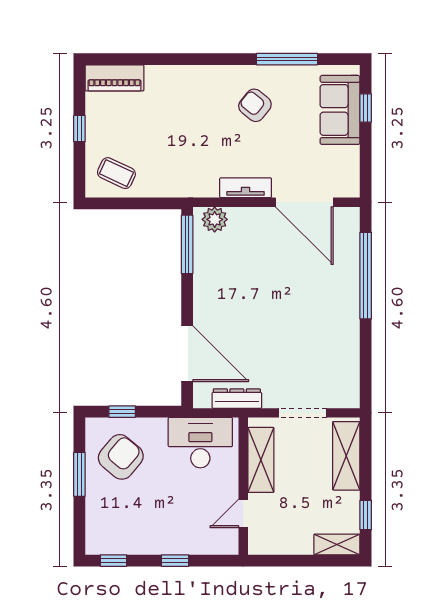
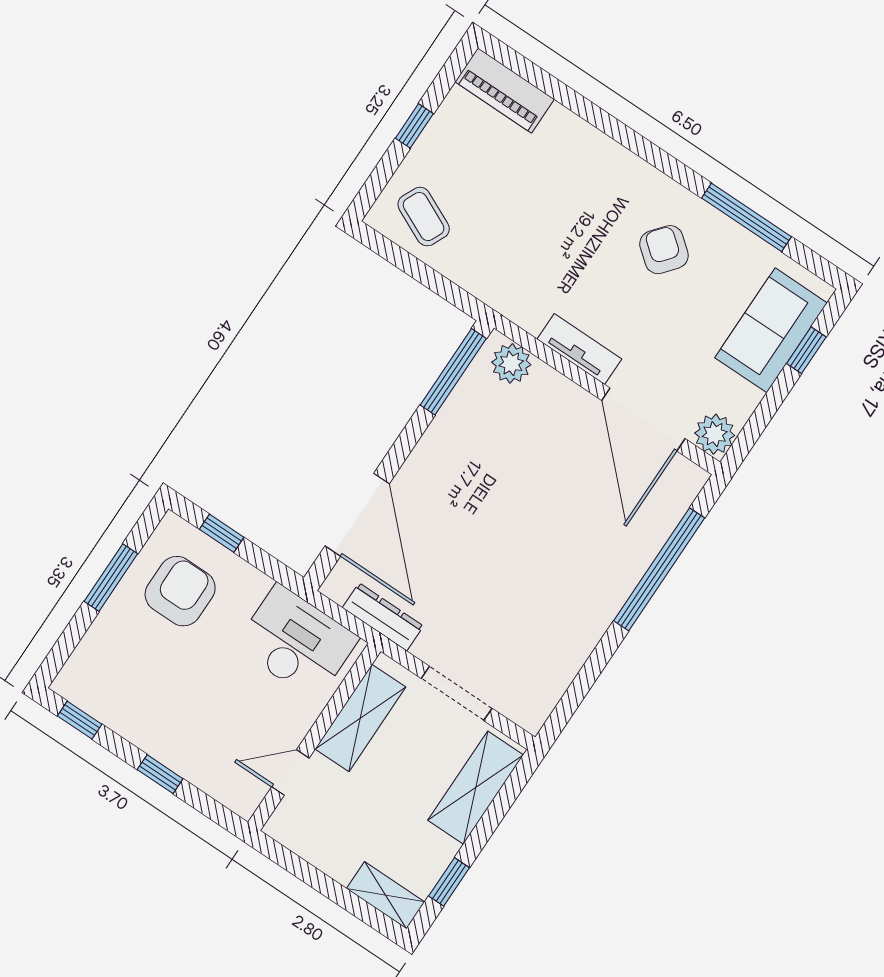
plant: (347, 185) -> (715, 434), added
armchair: (121, 457) -> (180, 591), turned -40

